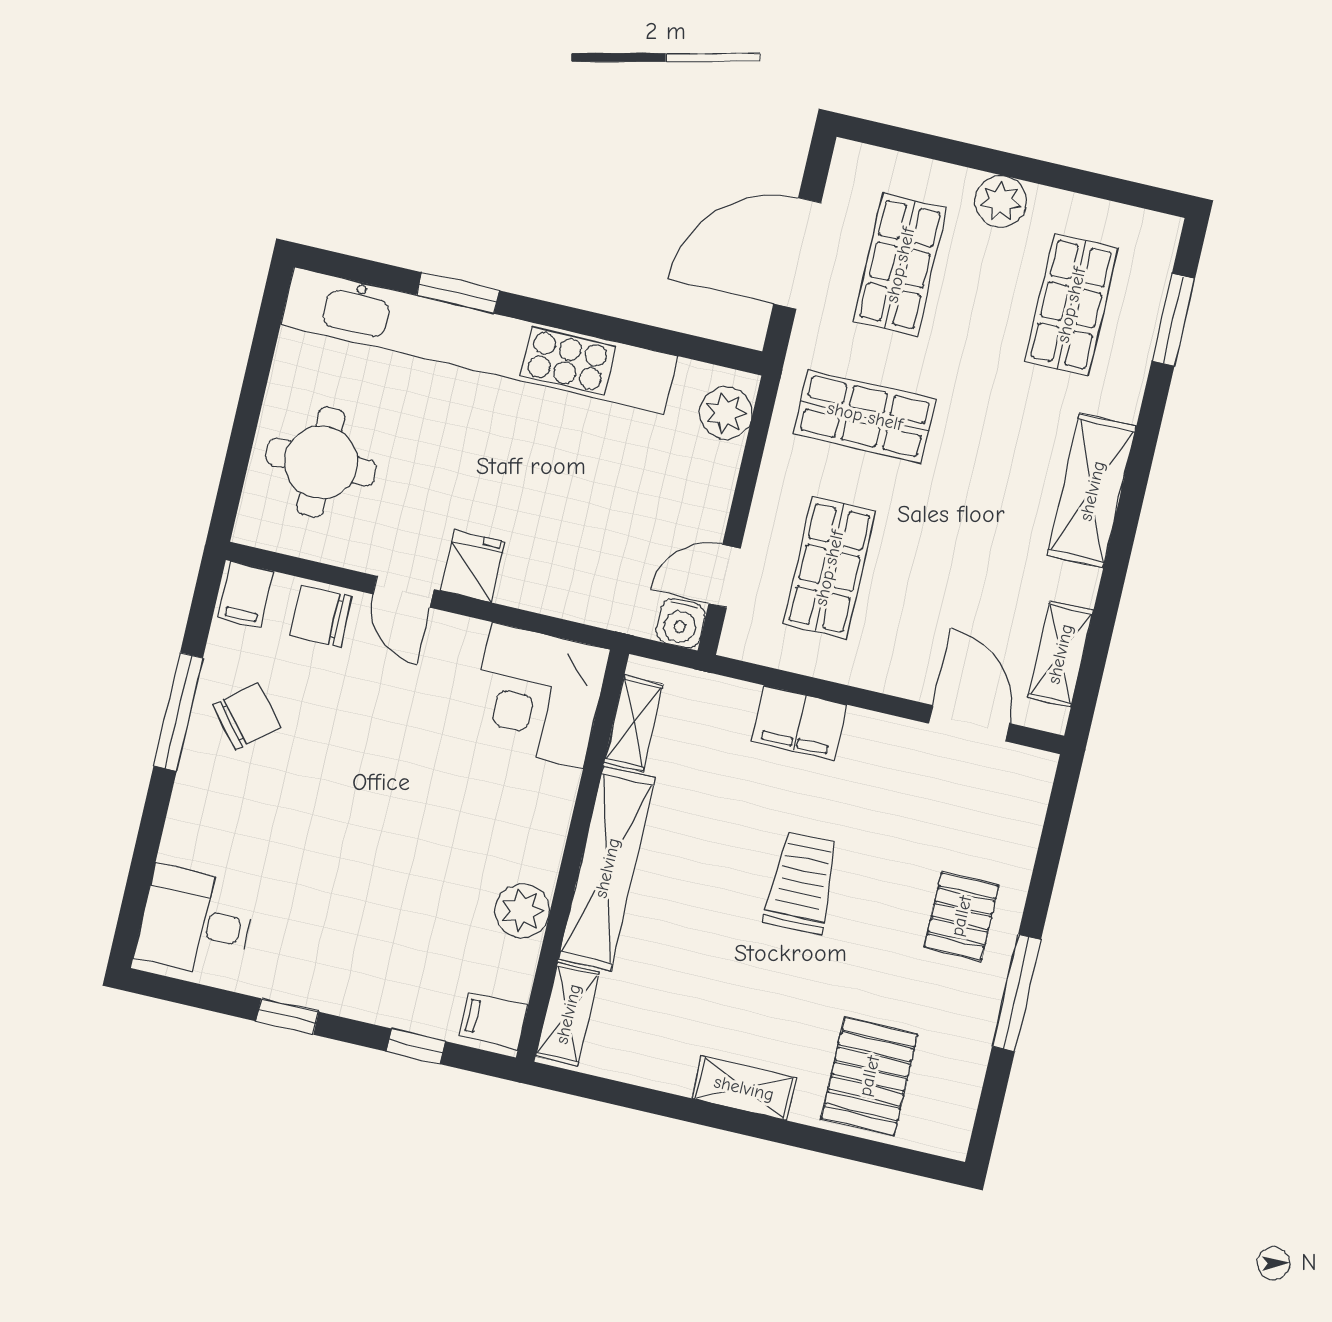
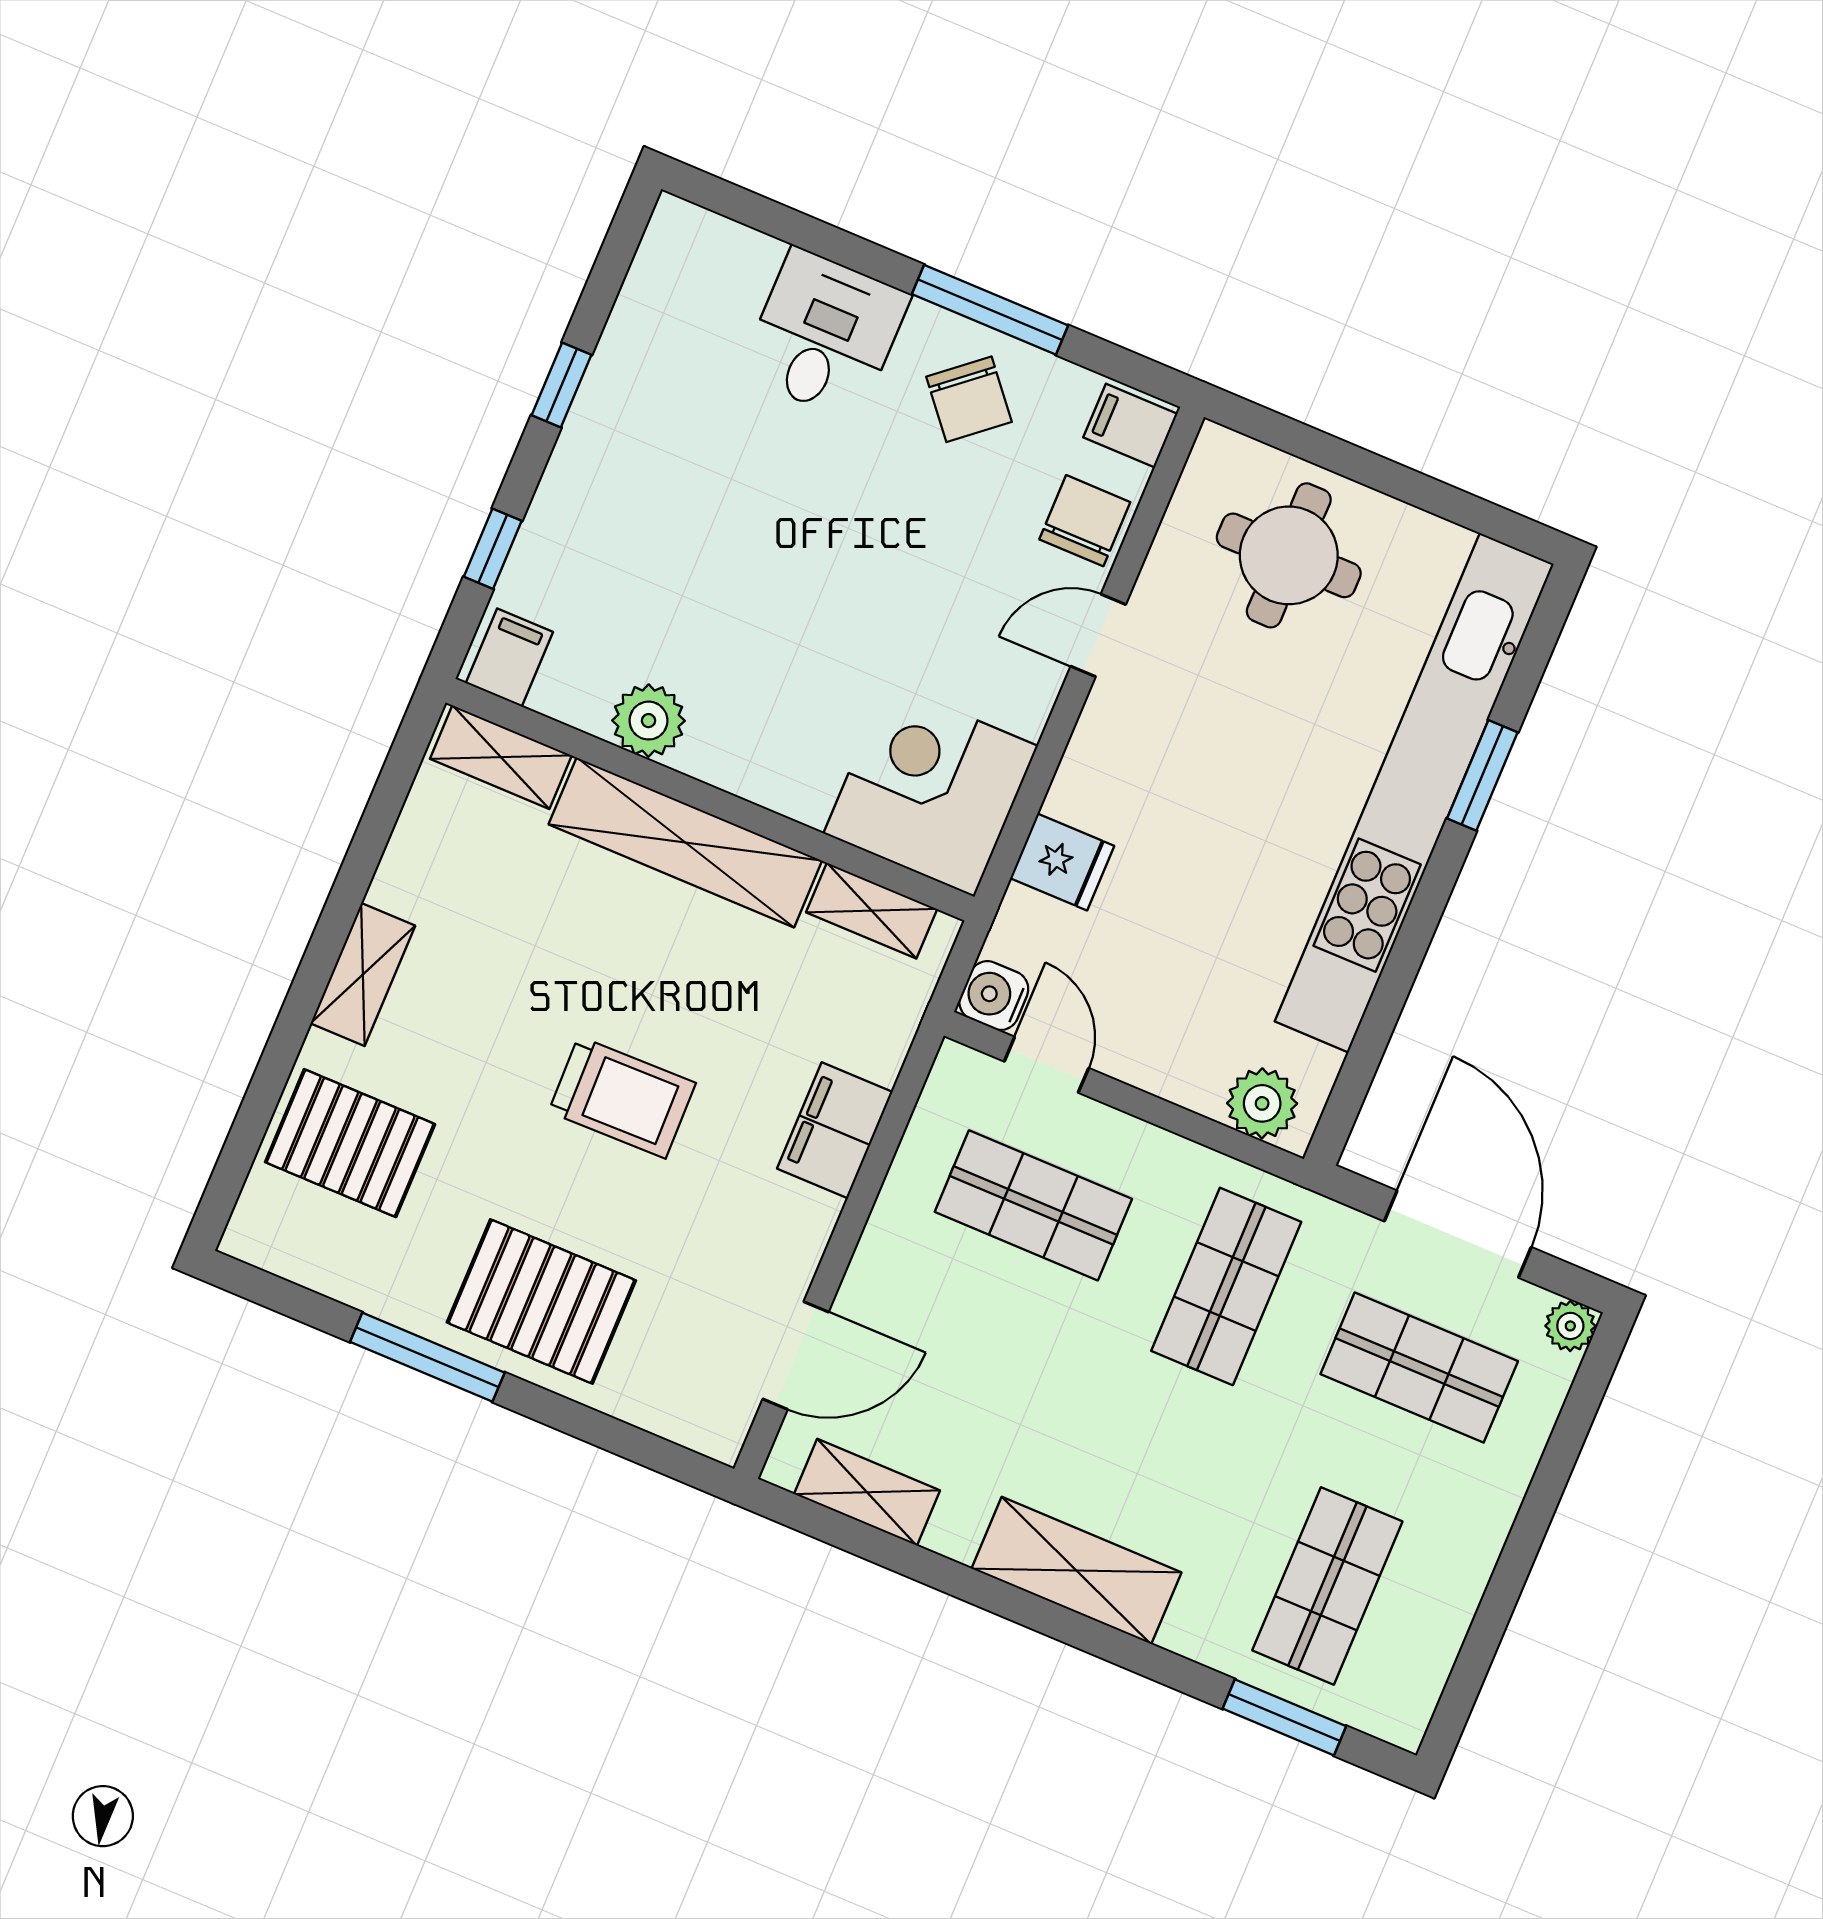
plant: (1001, 202) -> (1570, 1326), moved, width x0.73, depth x0.73
shop shelf: (1071, 305) -> (1327, 1586), turned 90
fridge: (473, 566) -> (1062, 862), moved
pallet: (961, 916) -> (541, 1301), width x1.50, depth x1.42
desk: (196, 922) -> (825, 334), moved

